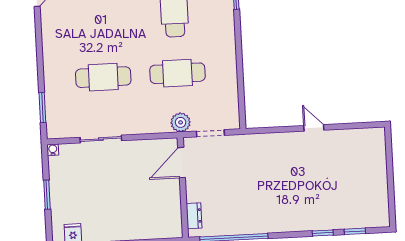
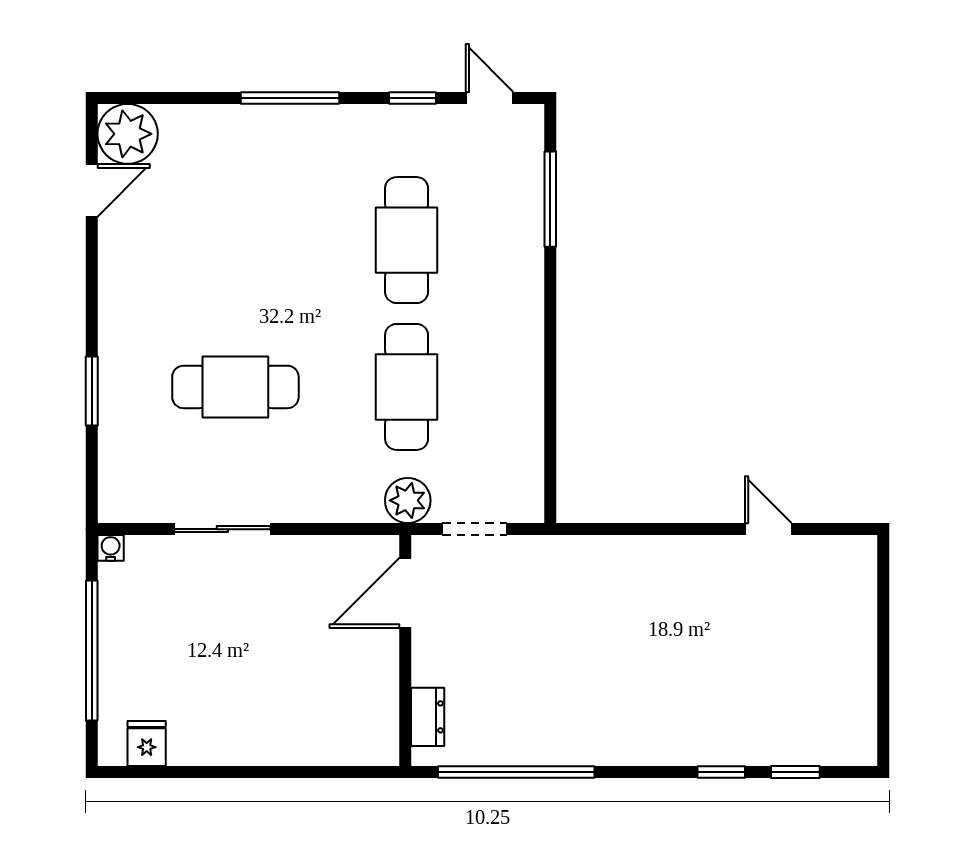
cafe table: (177, 73) -> (407, 387), turned 90
window: (42, 108) -> (92, 391), moved
door: (314, 128) -> (768, 529), moved
window: (47, 195) -> (92, 651), width x2.11

